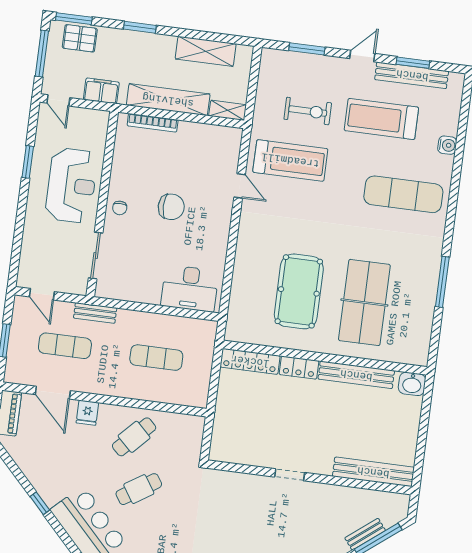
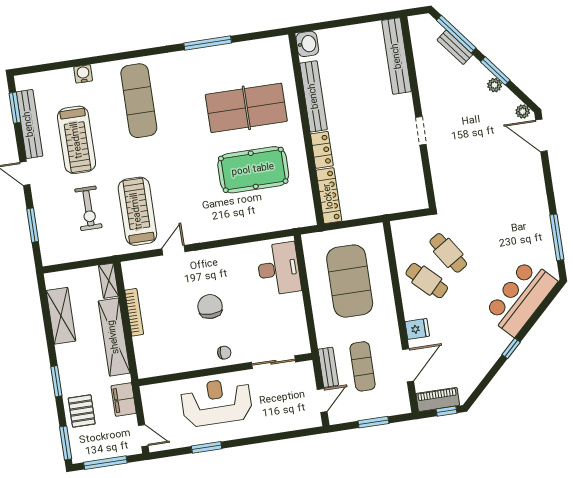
pallet: (80, 38) -> (82, 411), moved
window: (413, 63) -> (15, 108), moved
door: (58, 100) -> (143, 436), hinge flipped
exercise bike: (308, 111) -> (88, 208), turned 180
bookcase: (153, 123) -> (134, 312), moved
bench: (95, 313) -> (328, 367), moved
exercise mat: (156, 358) -> (350, 281), width x2.00, depth x1.45
cafe table: (139, 489) -> (448, 253), moved

